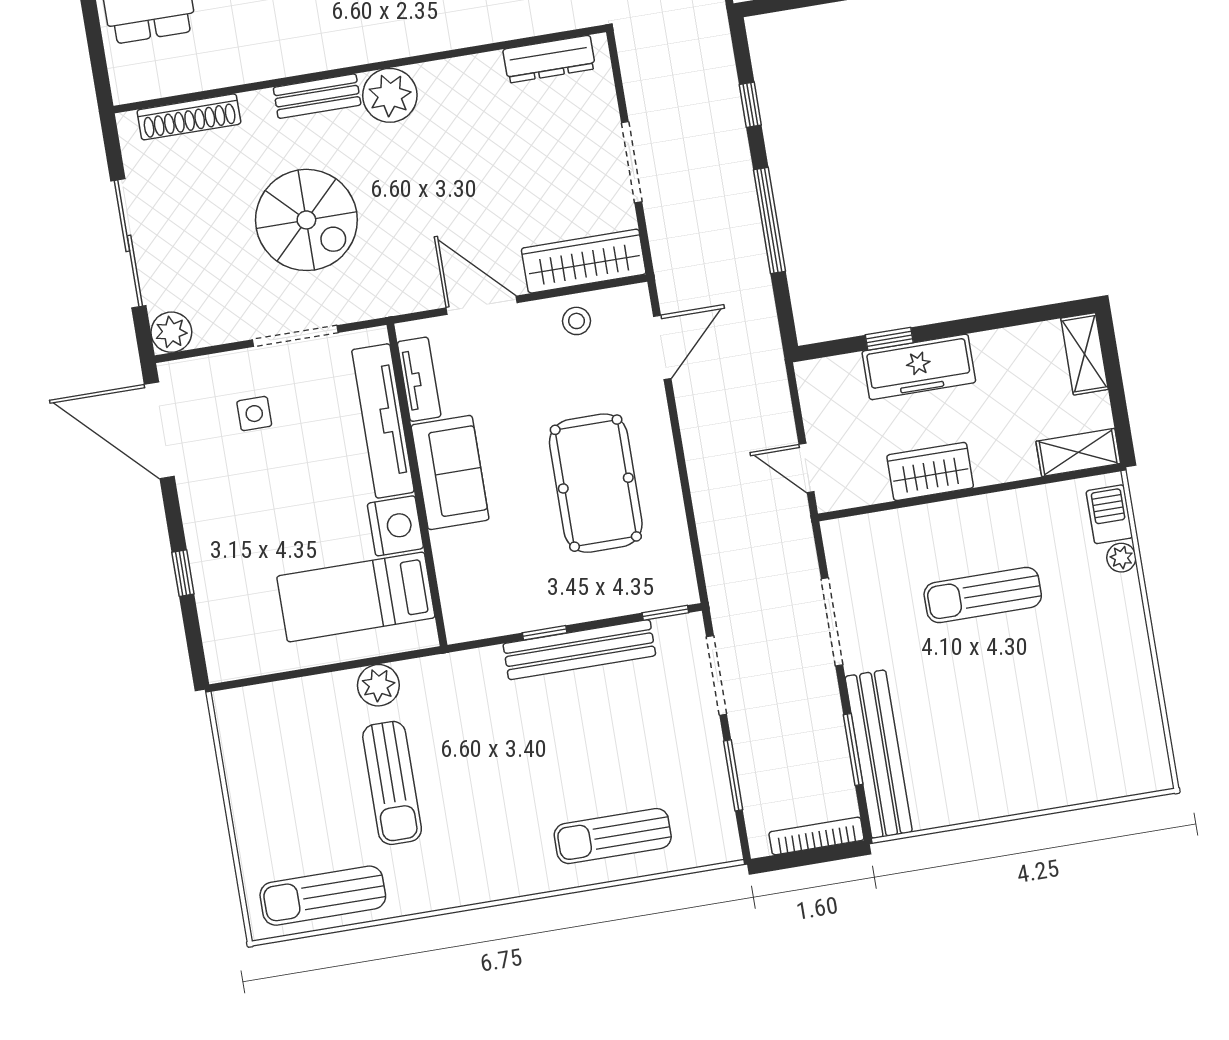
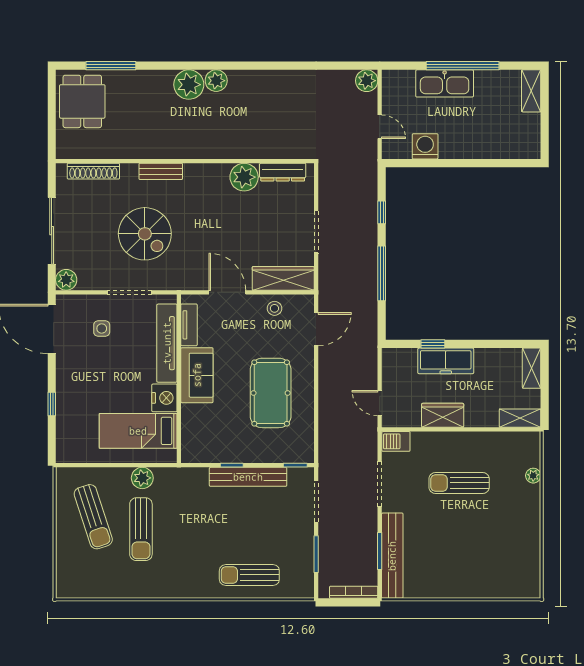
plant: (390, 95) -> (244, 177), moved
barbecue: (1109, 514) -> (396, 441), moved, turned -90
sun lounger: (323, 896) -> (93, 517), moved, turned -108

